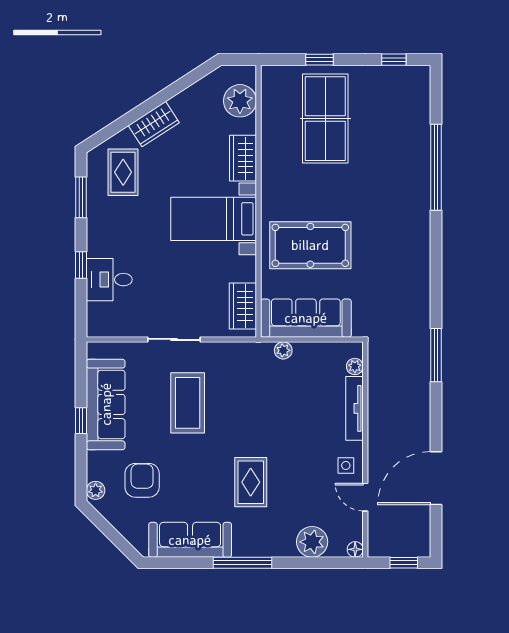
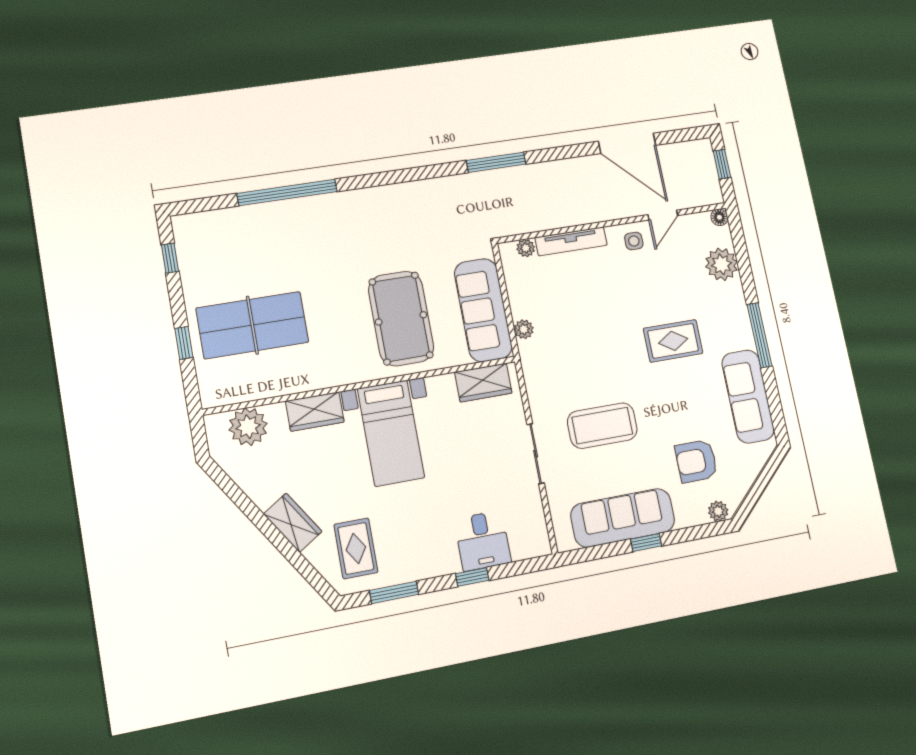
rug: (123, 172) -> (356, 548), turned 90

